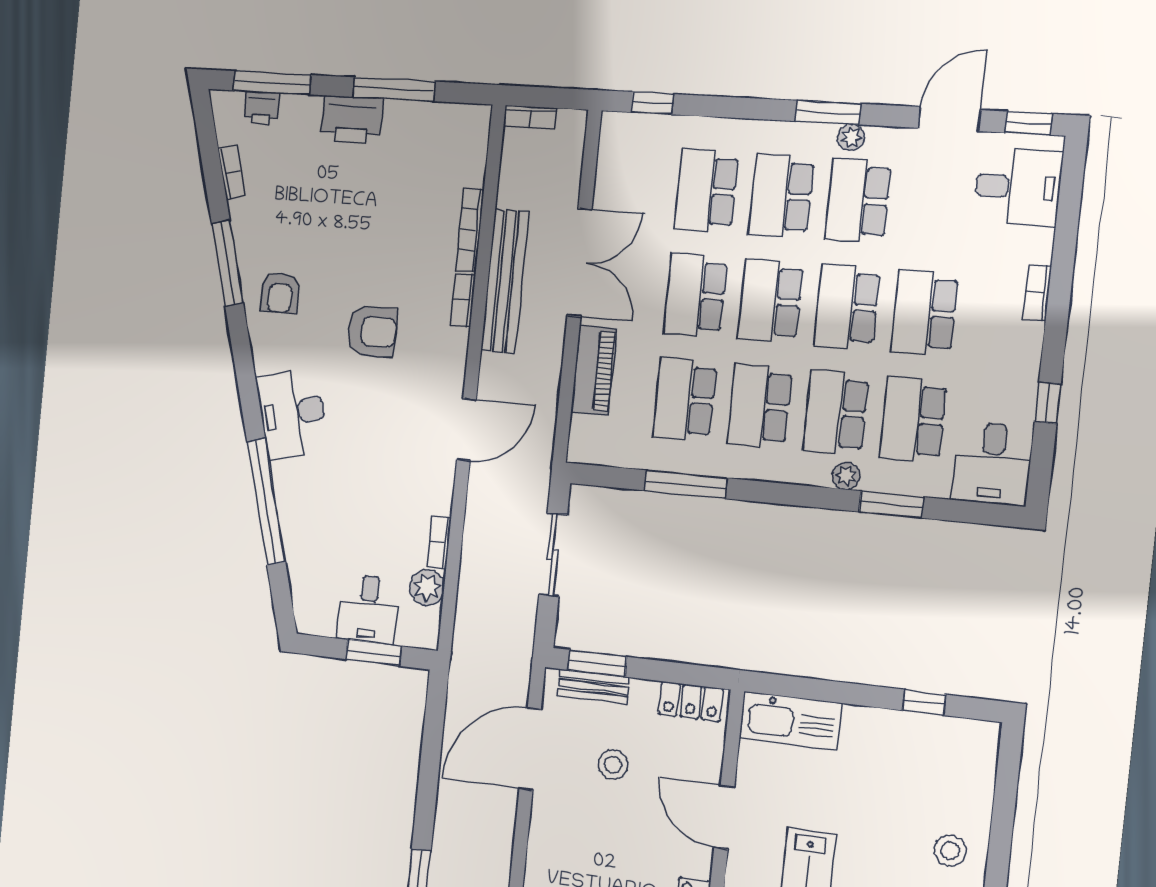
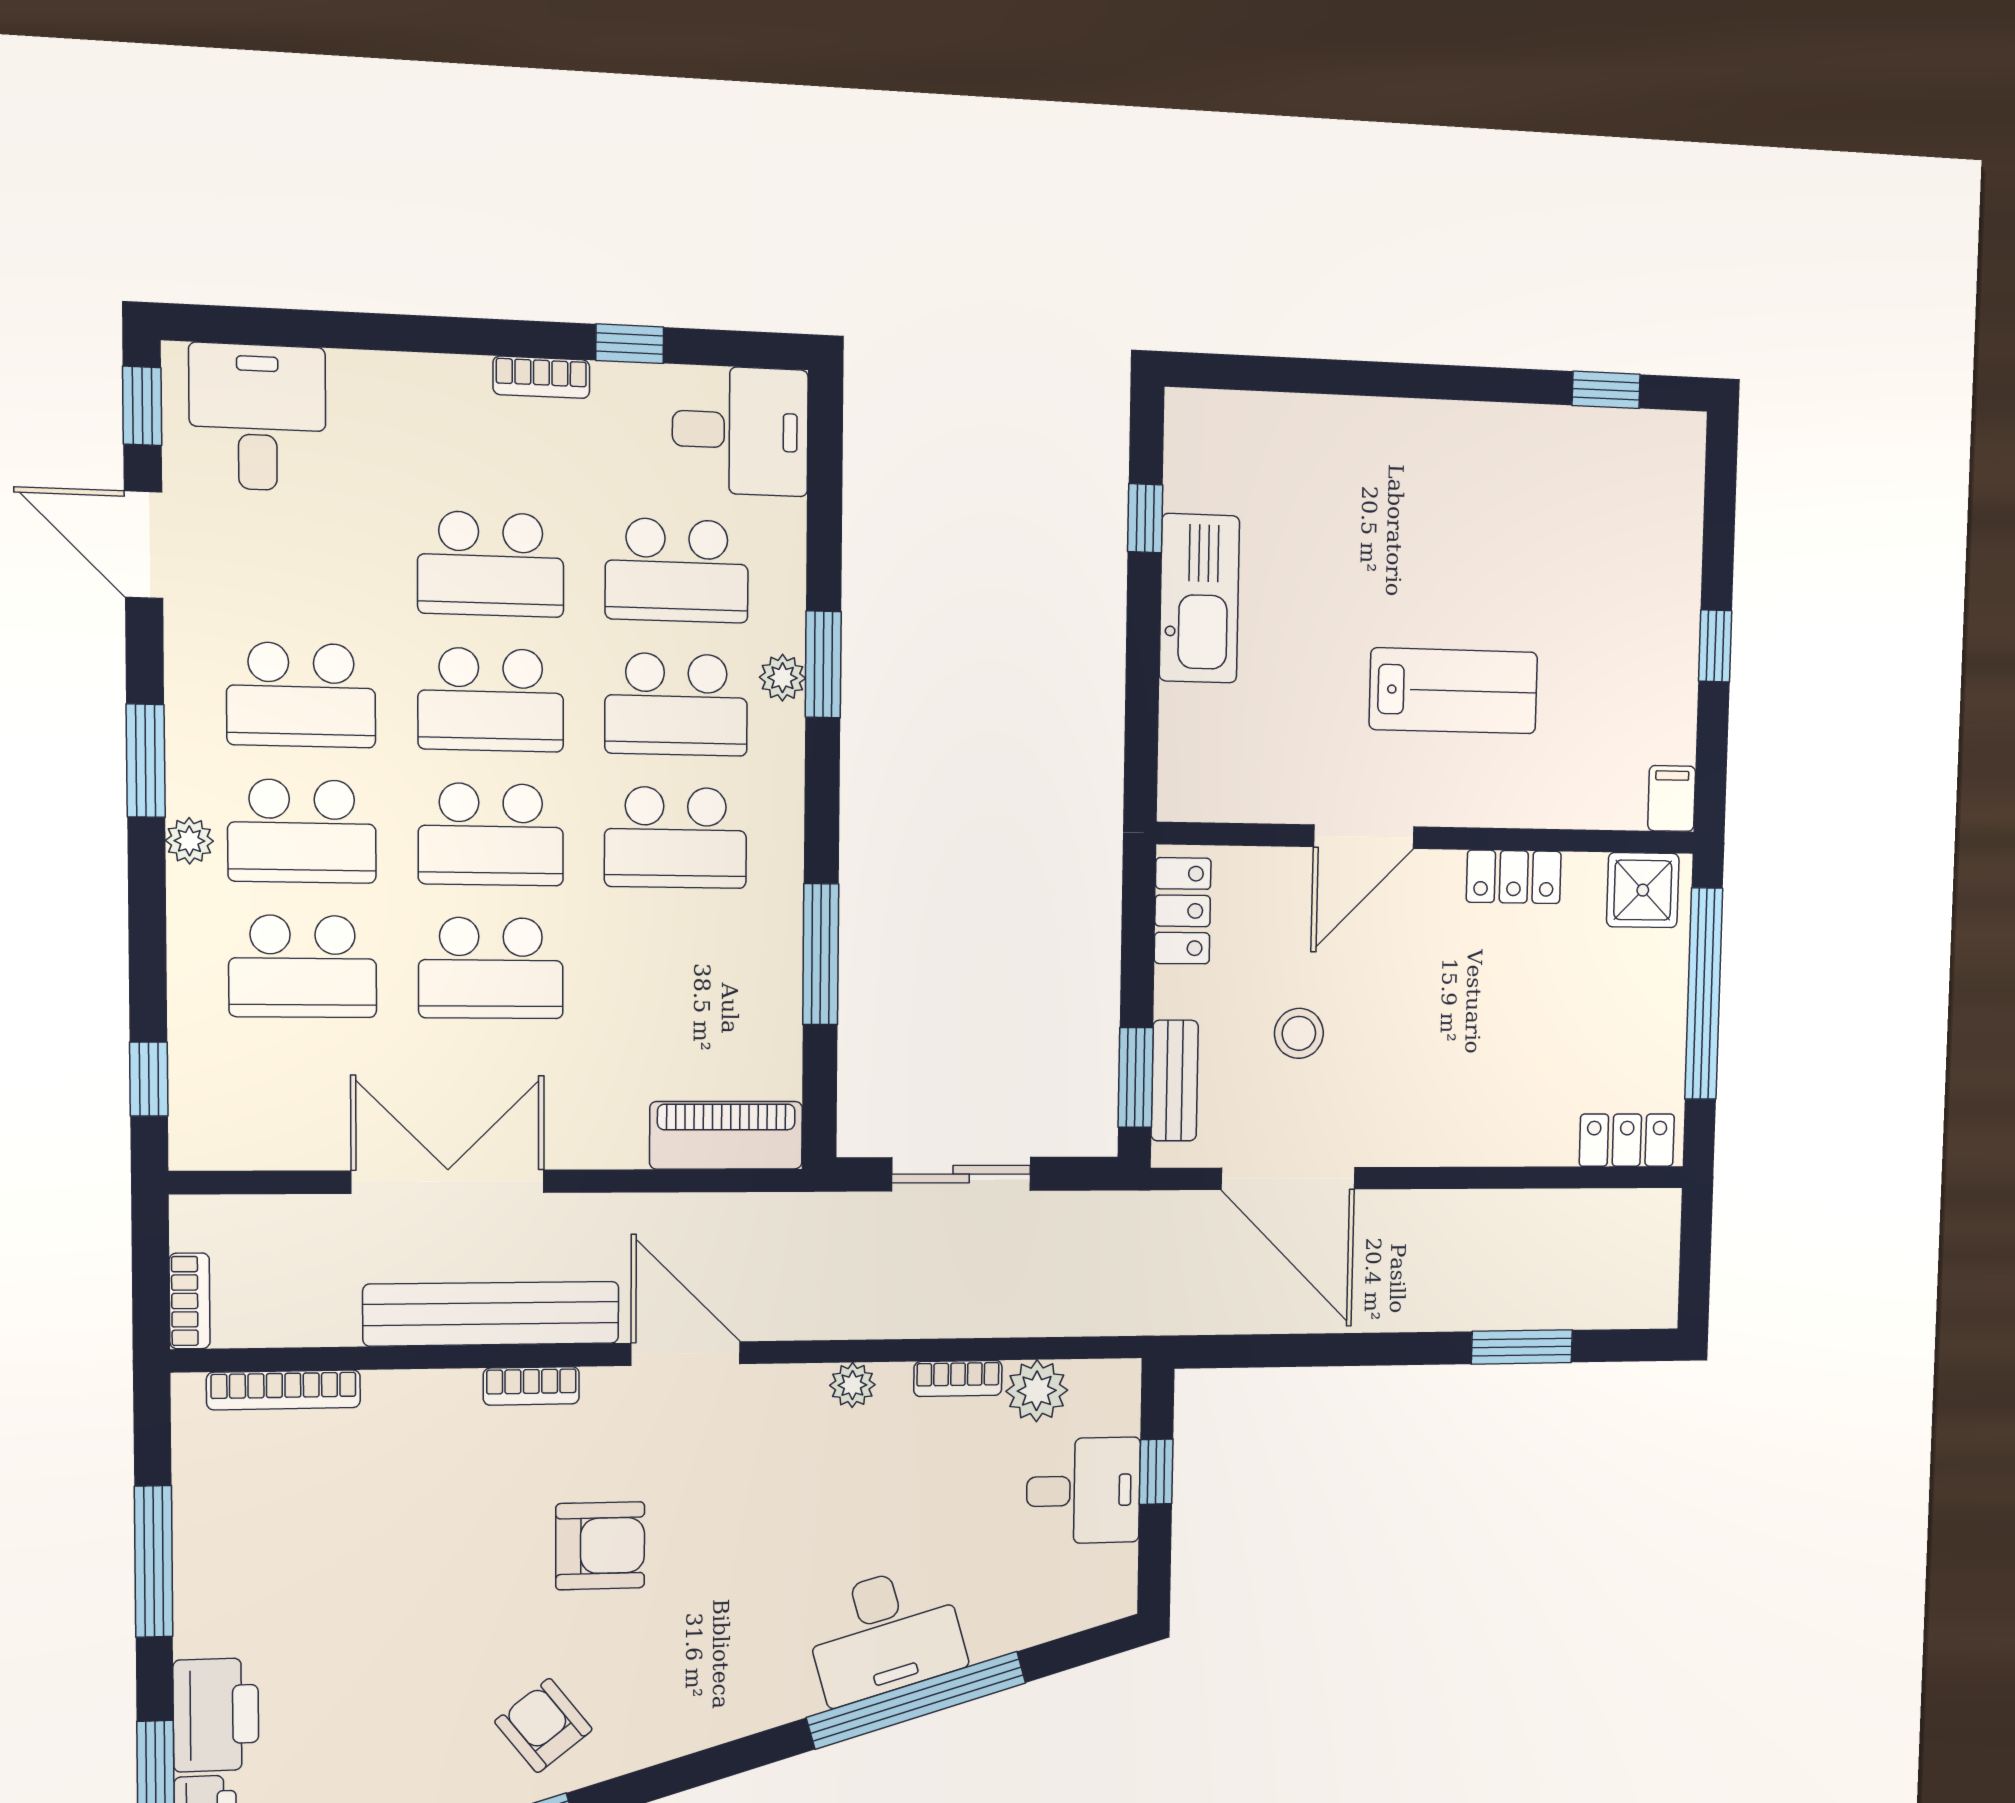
printer: (351, 119) -> (216, 1715), moved
plant: (851, 137) -> (189, 841), moved
bookcase: (470, 230) -> (284, 1390), moved
armchair: (280, 293) -> (543, 1726), turned -128
bookcase: (1037, 293) -> (541, 377), moved
armchair: (372, 331) -> (600, 1546), turned 90
piano: (594, 370) -> (726, 1135), moved
school desk: (685, 400) -> (675, 970), removed
desk: (292, 413) -> (885, 1634), moved
door: (467, 430) -> (686, 1354), moved
plant: (442, 481) -> (852, 1385), added
window: (891, 504) -> (823, 664), moved
window: (374, 653) -> (1156, 1472), width x0.67
kitchen sink: (790, 720) -> (1199, 598), moved
stool: (950, 851) -> (1377, 459), removed

